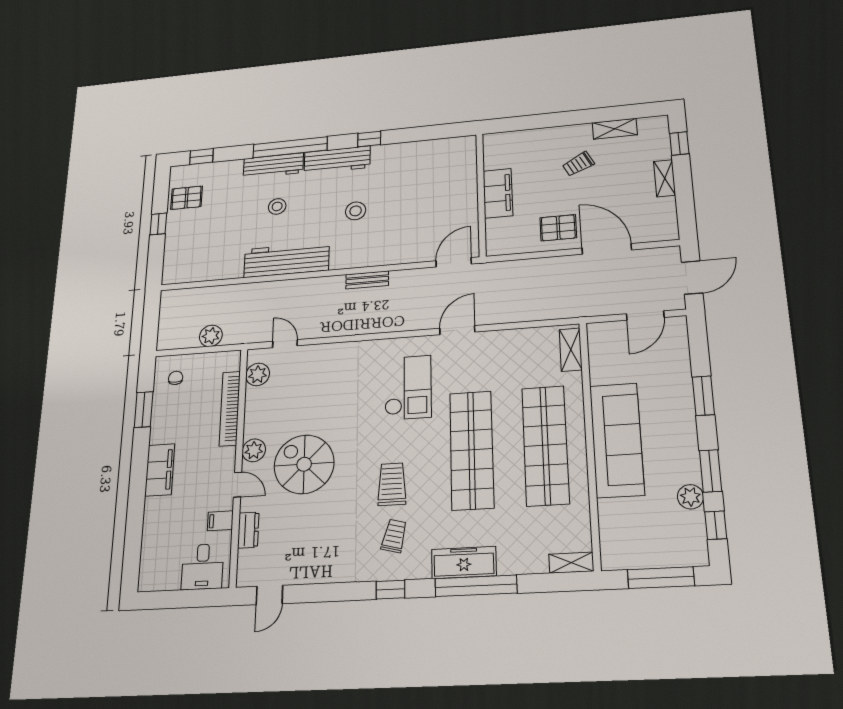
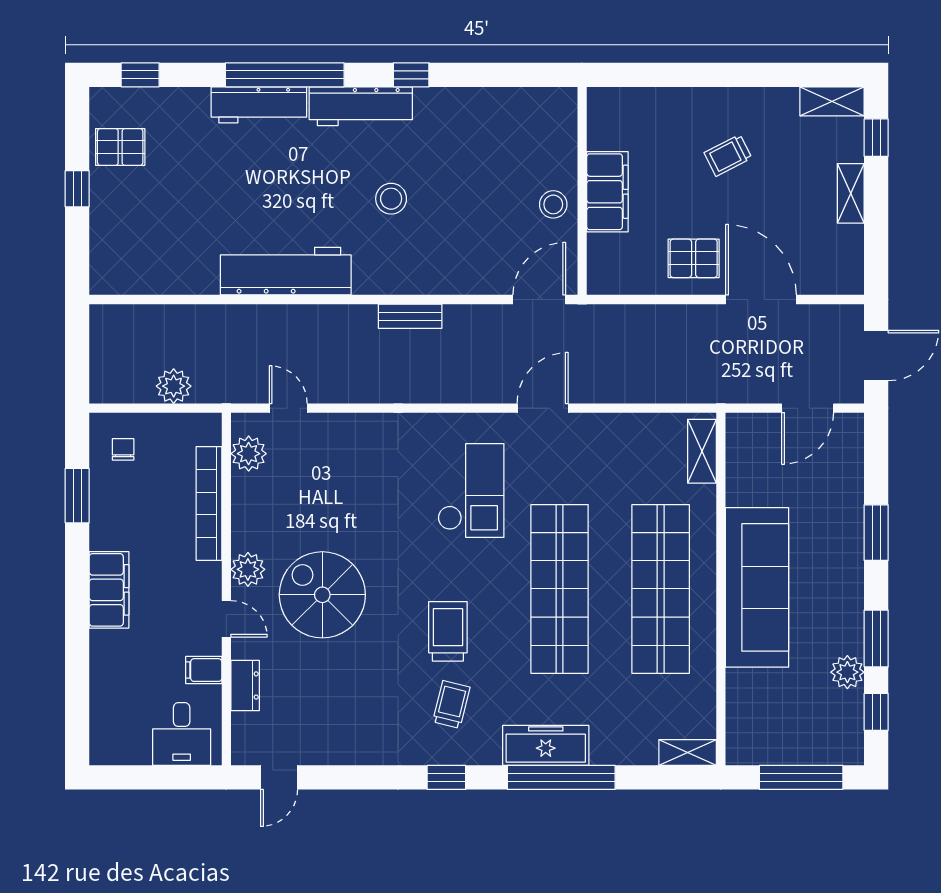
shelving: (615, 129) -> (832, 101), moved
stool: (277, 206) -> (553, 204), moved

